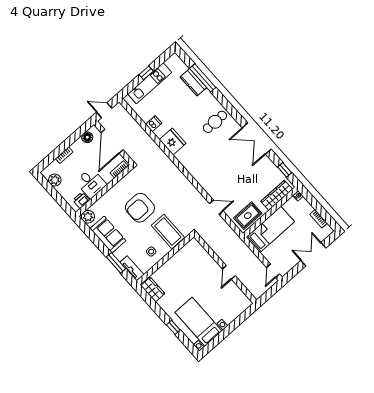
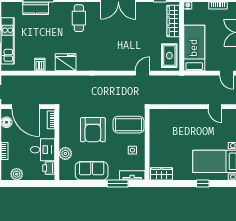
plant: (88, 217) -> (65, 153), moved
door: (229, 272) -> (215, 107), moved

